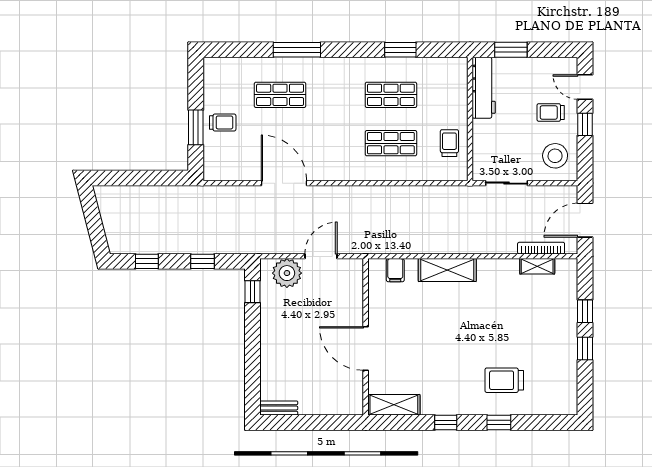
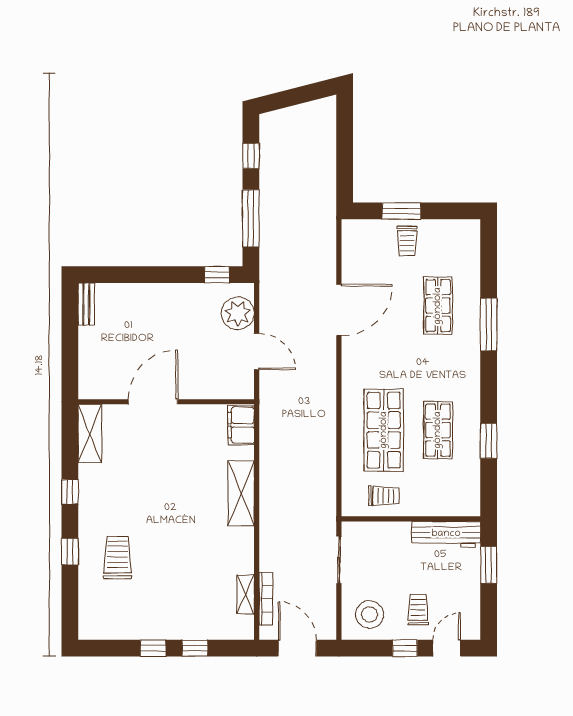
shop shelf: (391, 143) -> (384, 430), width x1.43, depth x1.36
window: (202, 261) -> (251, 218), width x2.17
filing cabinet: (395, 270) -> (241, 425), width x2.00

